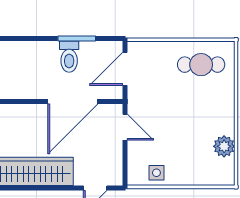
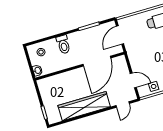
toilet: (69, 57) -> (63, 44), moved
door: (125, 127) -> (133, 80), moved

